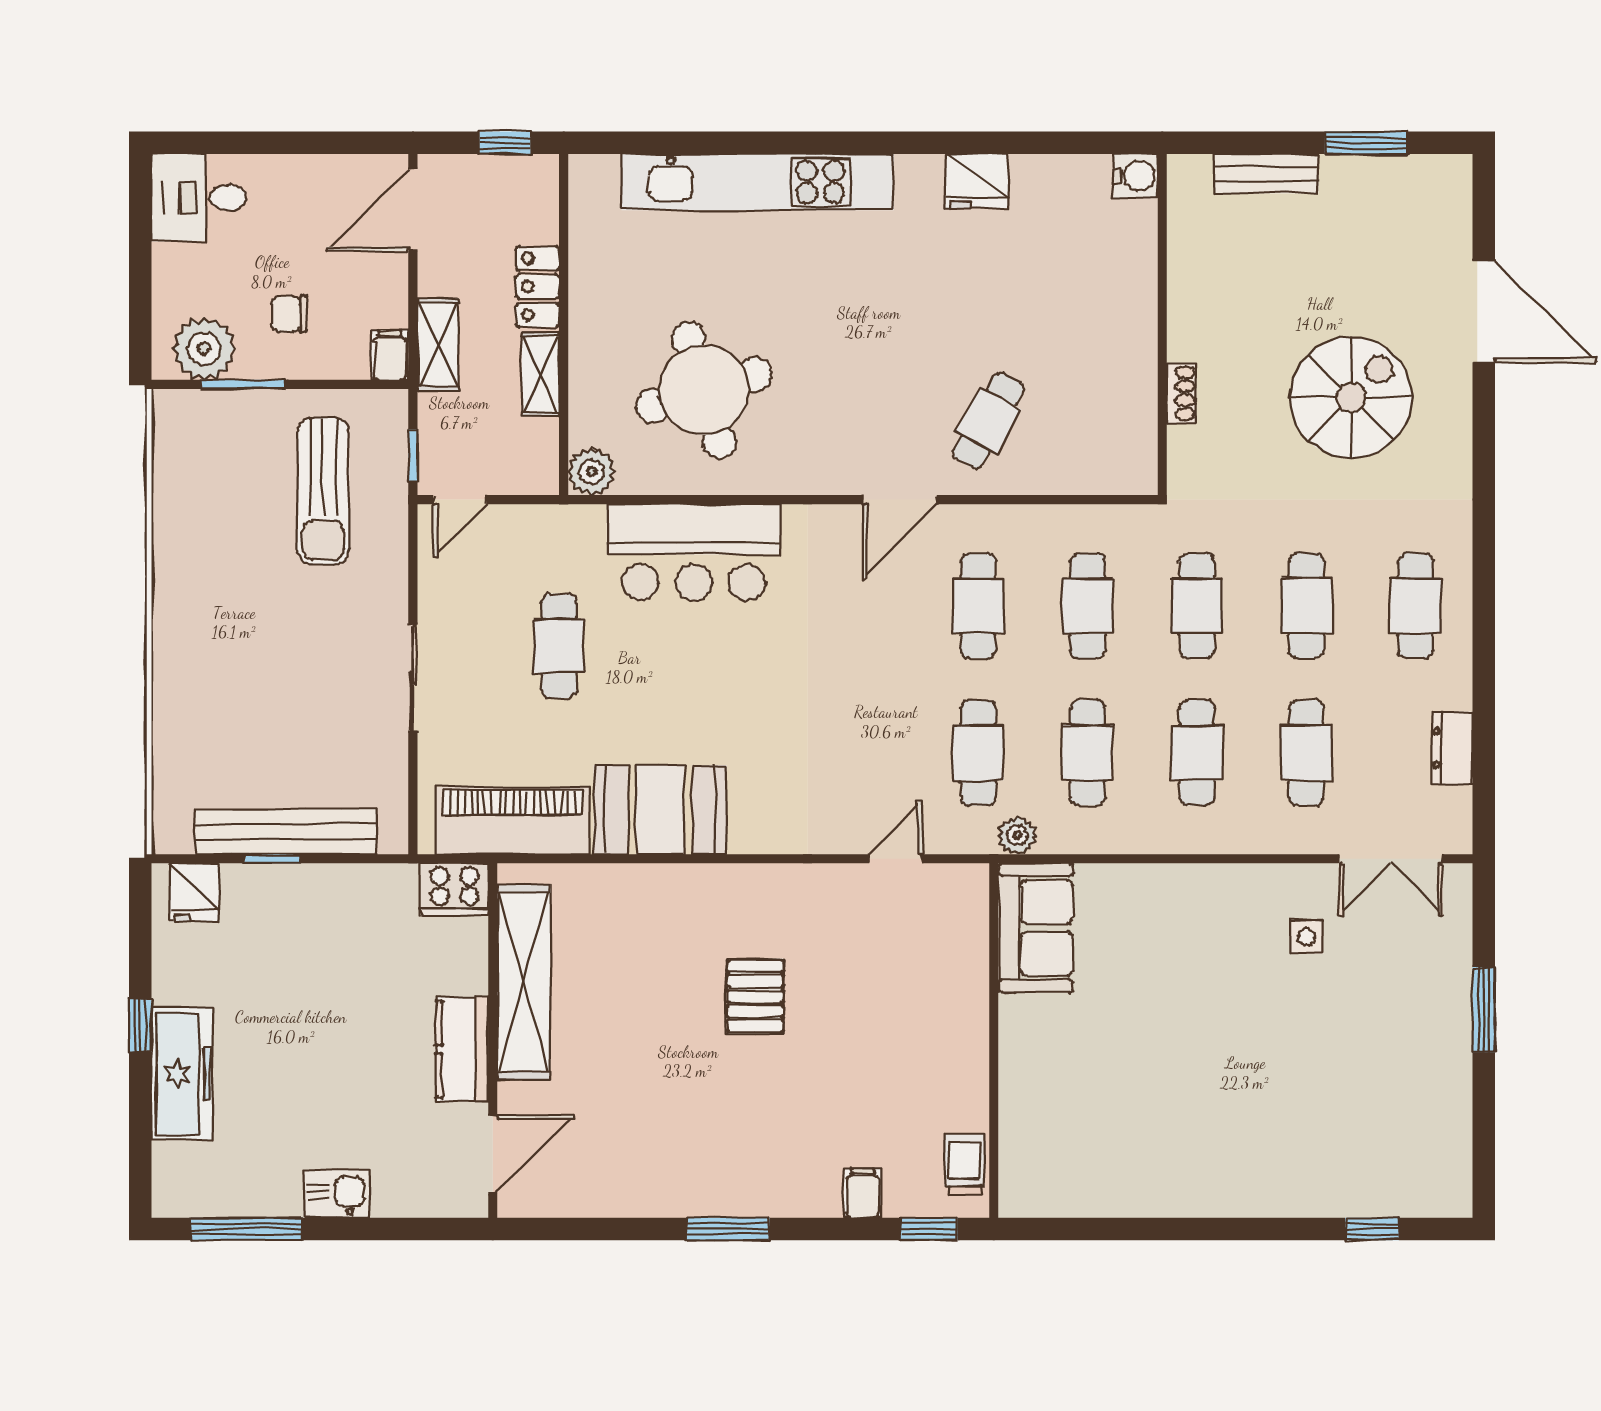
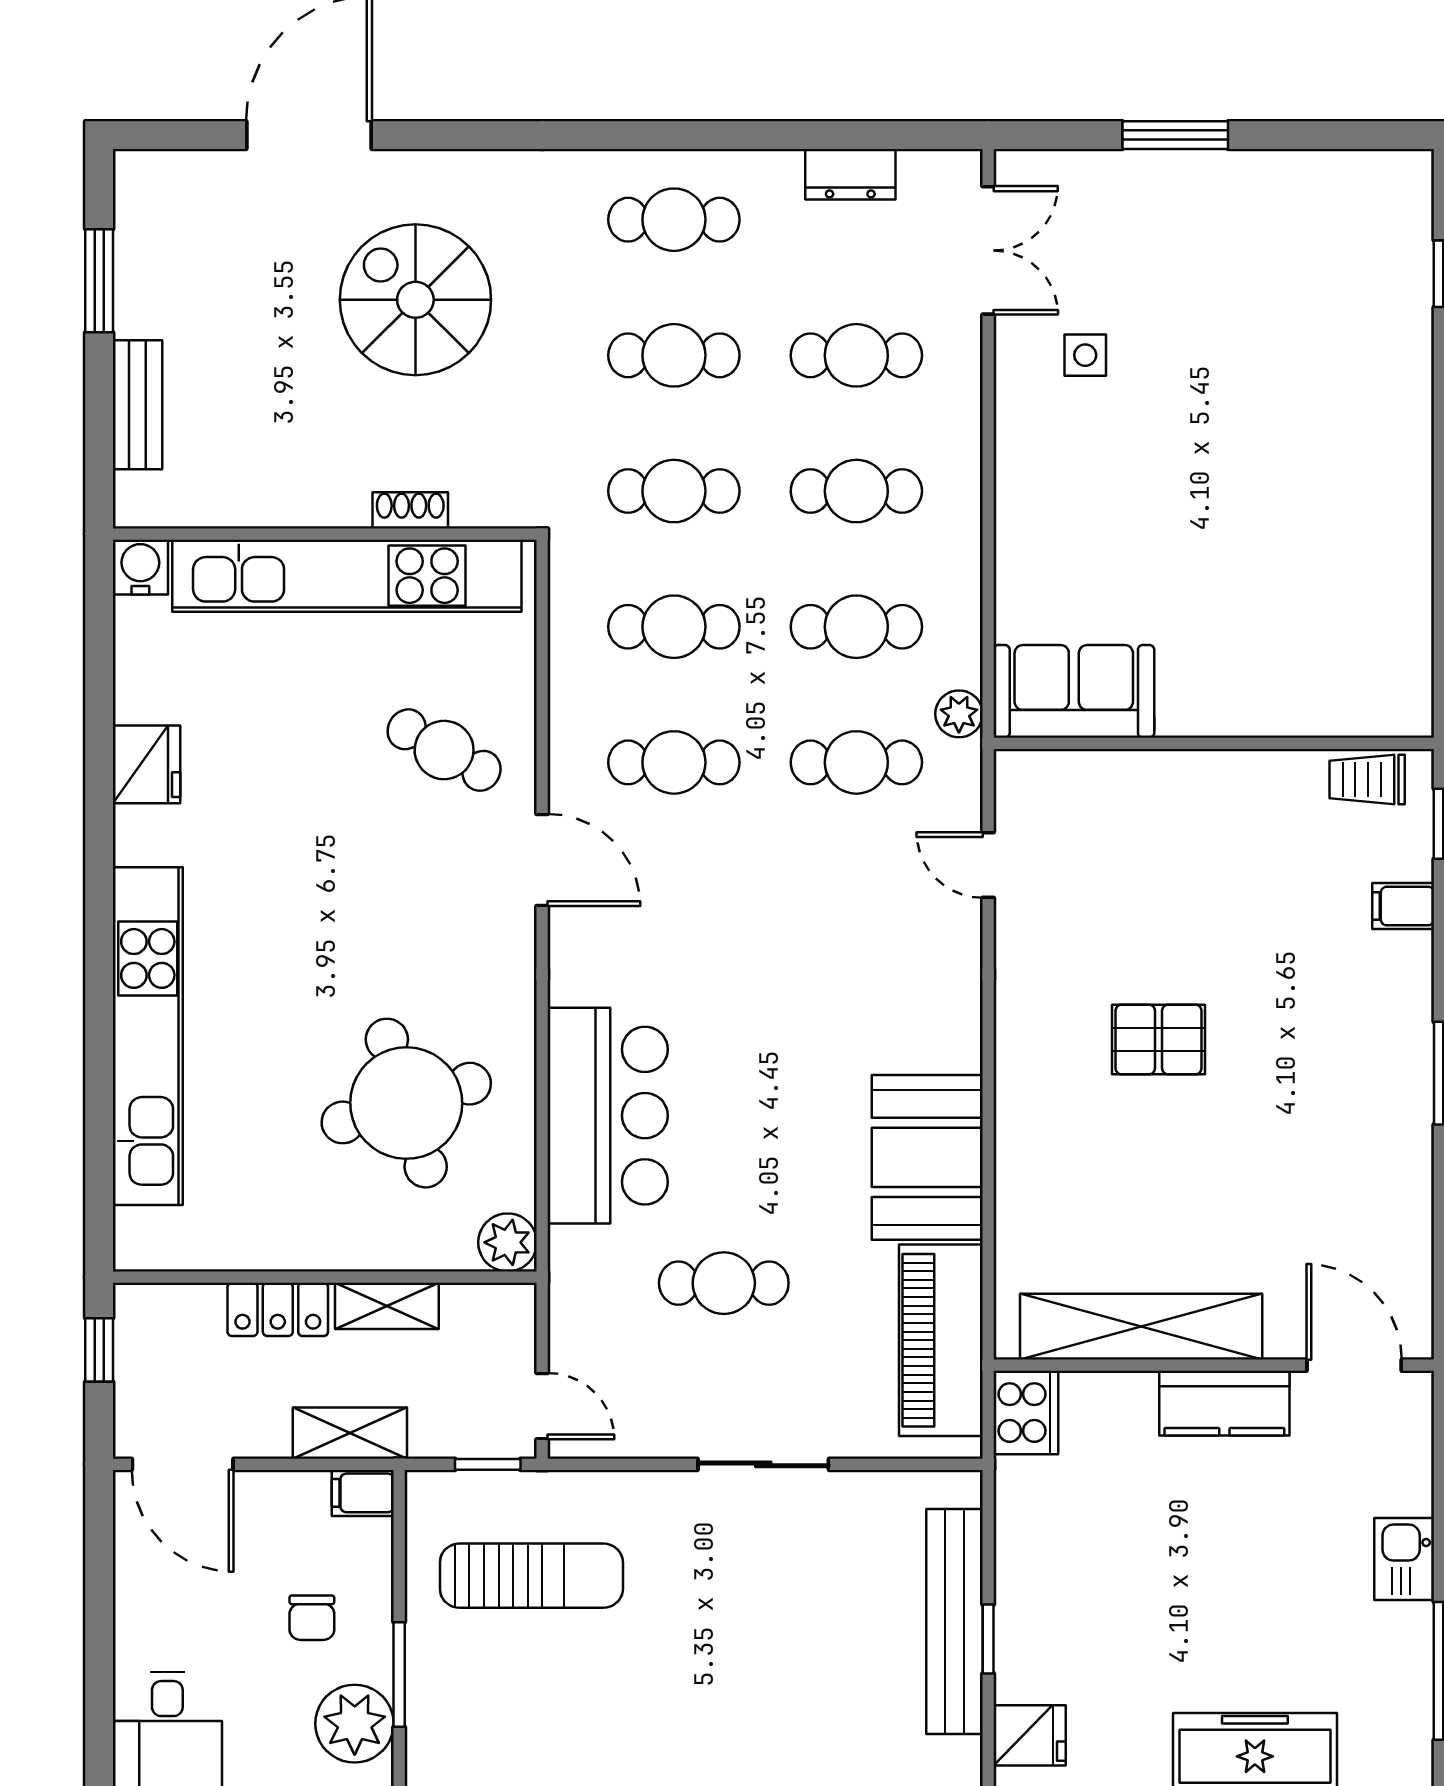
kitchen unit: (1129, 342) -> (347, 576), added

